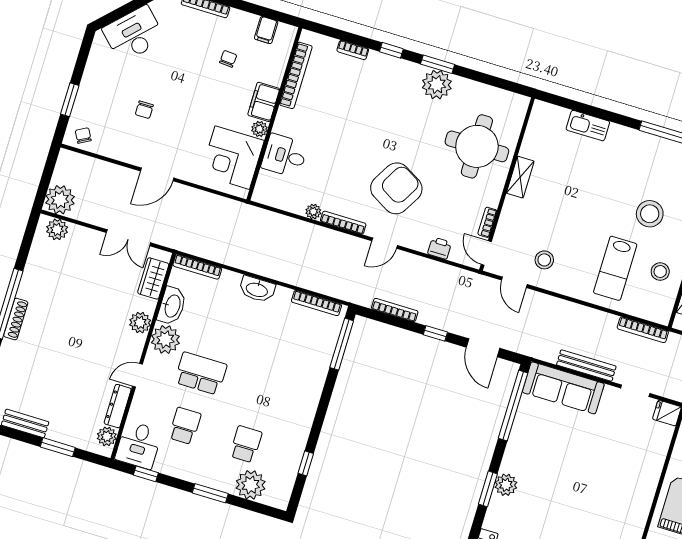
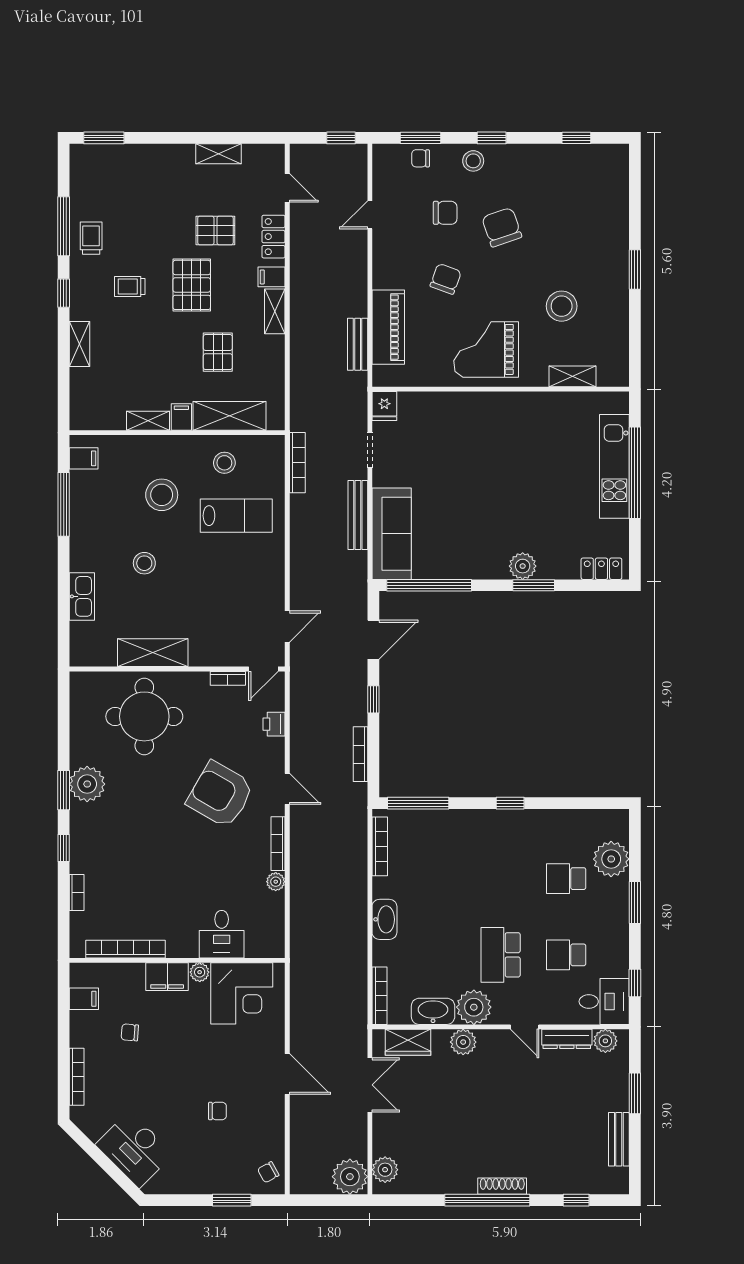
shelving: (520, 177) -> (153, 653), width x1.50, depth x1.33
stool: (544, 260) -> (144, 563), moved
window: (306, 463) -> (510, 803), moved

